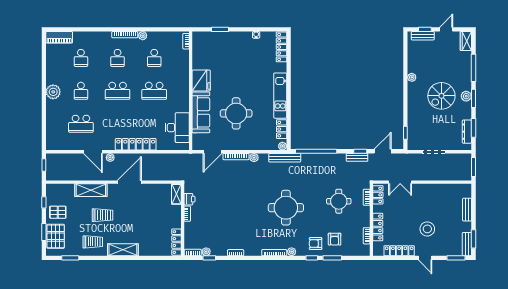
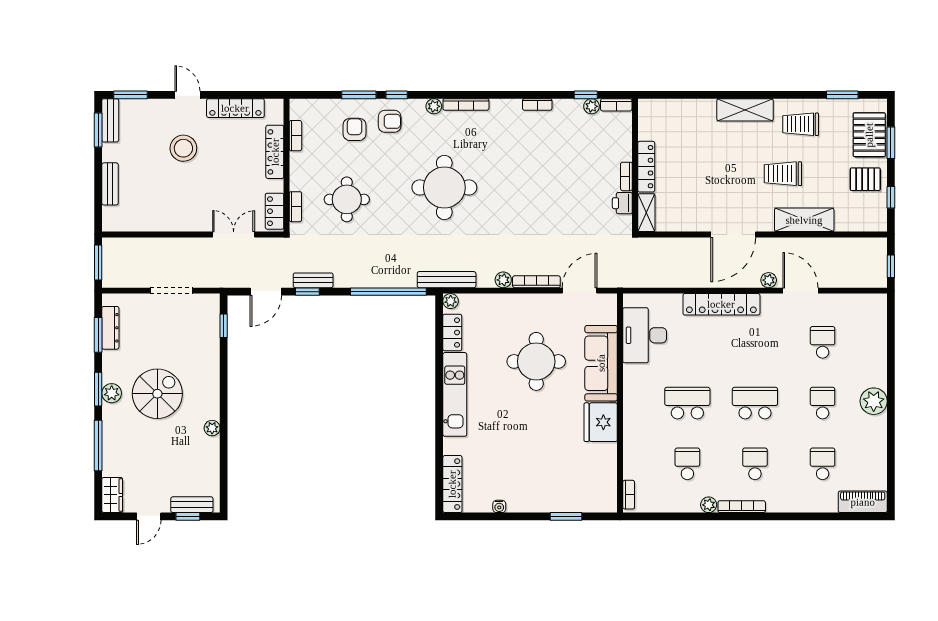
school desk: (81, 124) -> (823, 342), width x0.54
locker: (176, 242) -> (646, 167), moved

